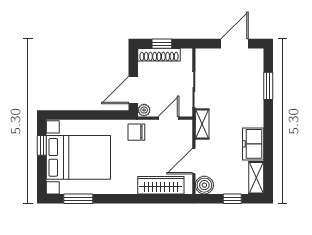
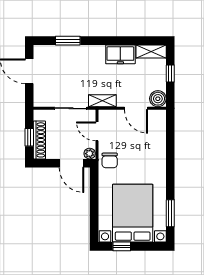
wardrobe: (161, 185) -> (158, 138), removed

